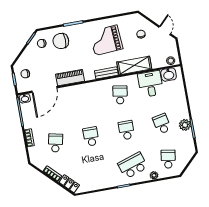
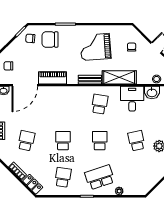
school desk: (168, 159) -> (63, 177), moved

